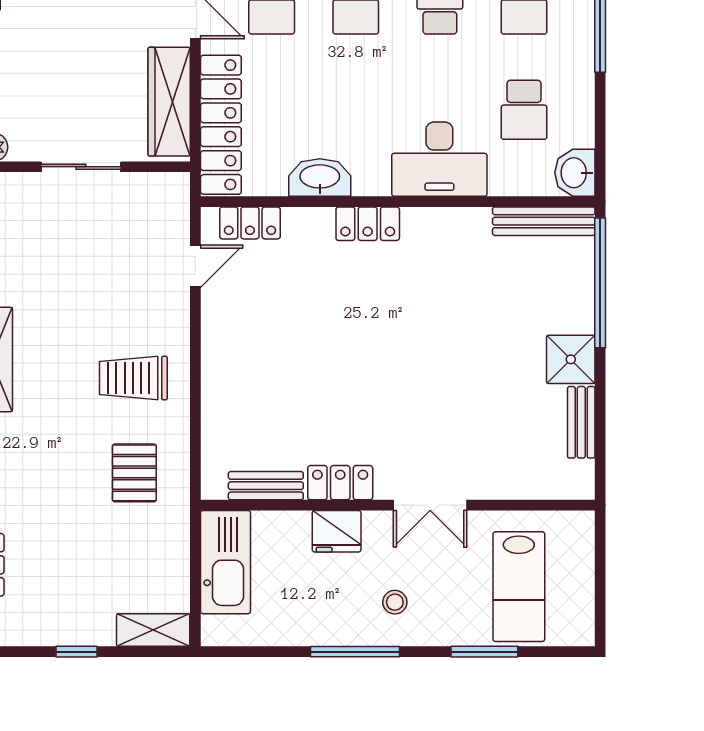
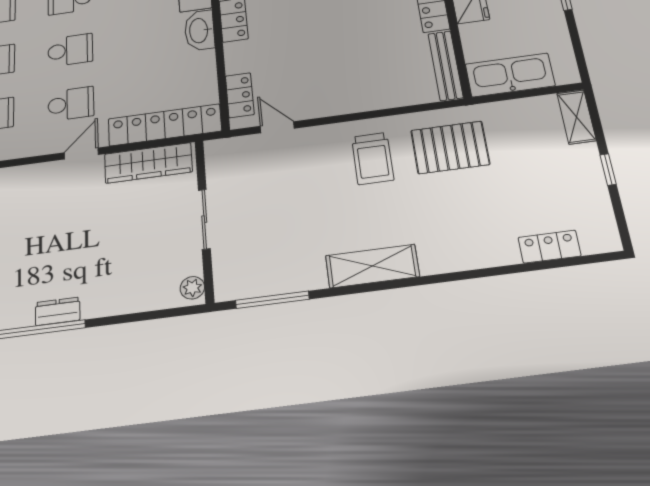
washbasin: (320, 178) -> (199, 30), moved
pallet: (134, 473) -> (450, 147), width x1.50, depth x1.42
bench: (266, 486) -> (445, 66), width x1.36

